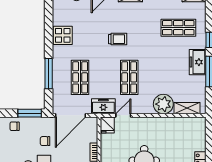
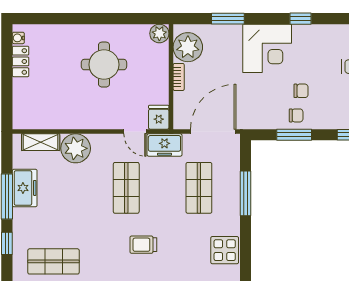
freezer: (198, 62) -> (25, 188), moved
window: (30, 113) -> (294, 135), moved
door: (123, 115) -> (135, 131), hinge flipped
chair: (45, 141) -> (301, 91), moved

